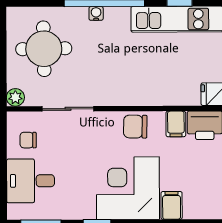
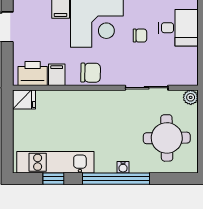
chair: (28, 140) -> (140, 36), moved

